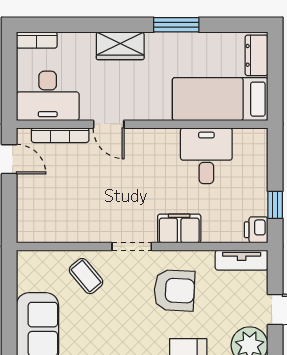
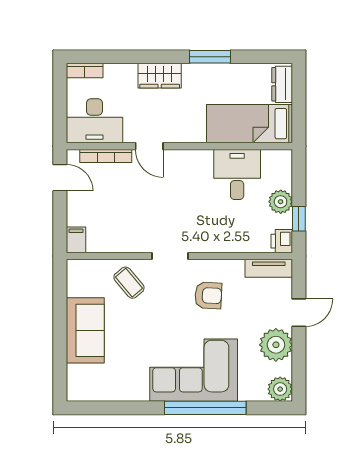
plant: (255, 186) -> (281, 202), added
filing cabinet: (179, 228) -> (76, 240), moved, width x0.50
armchair: (174, 290) -> (208, 295), width x0.72, depth x0.72

